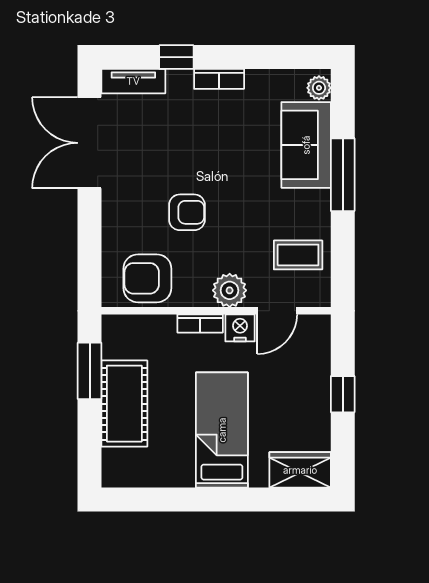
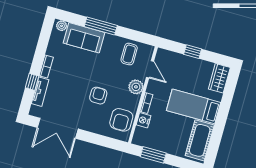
tv unit: (133, 81) -> (40, 92), moved
nightstand: (240, 328) -> (144, 120), moved
cot: (124, 404) -> (200, 140), moved, turned 90

